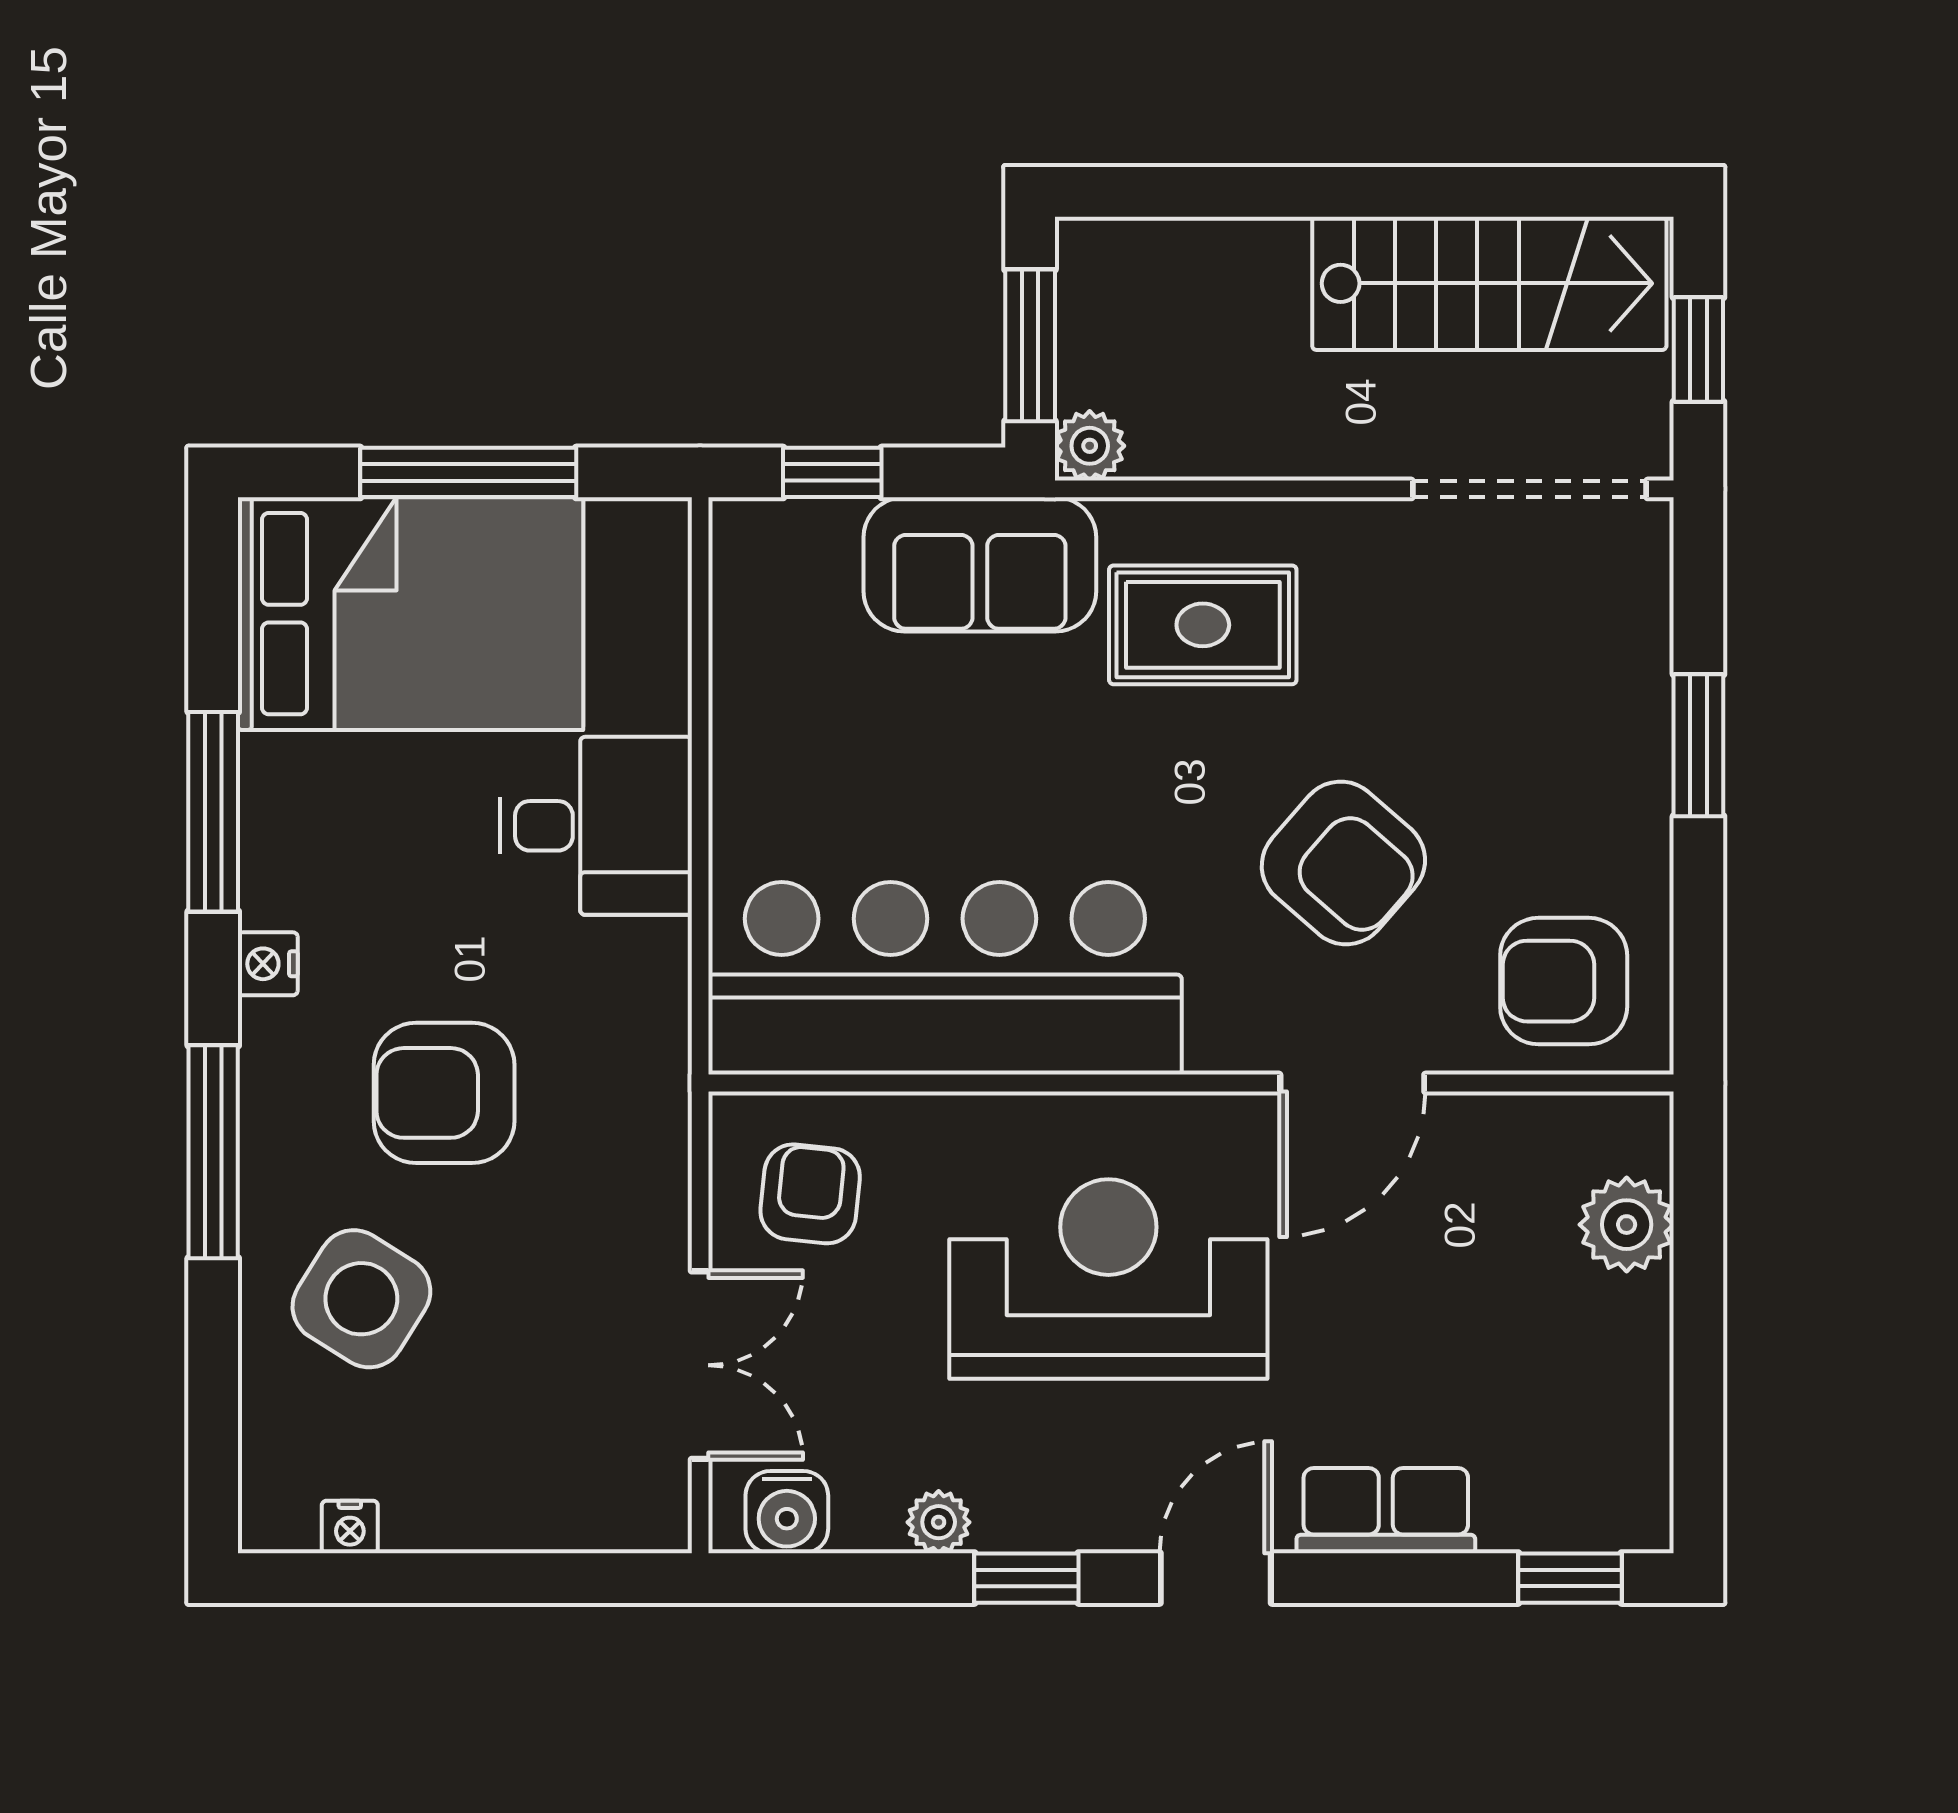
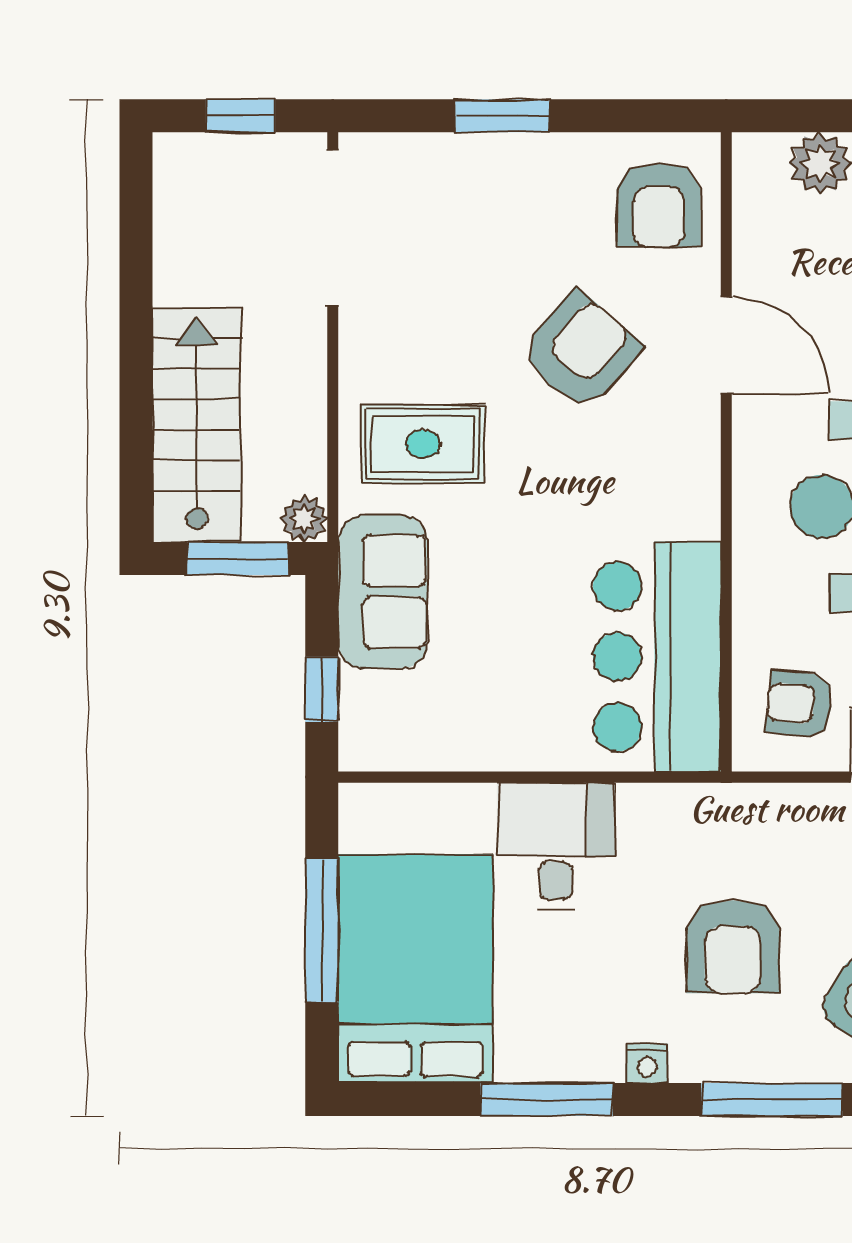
stairs: (1489, 283) -> (197, 425), moved
rug: (1203, 625) -> (423, 444), turned 90
bar counter: (945, 978) -> (657, 657), width x0.73

